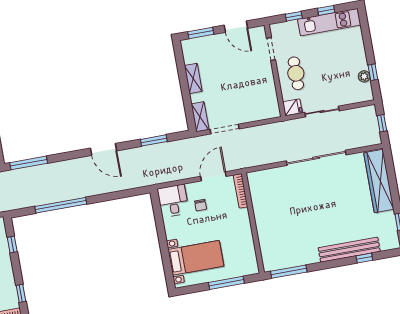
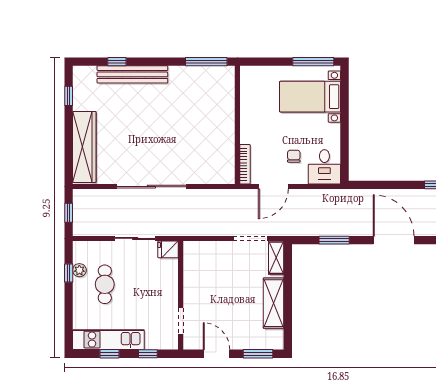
cafe table: (296, 73) -> (105, 284), moved
shelving: (193, 78) -> (274, 303), width x1.50, depth x1.33
door: (104, 149) -> (394, 240), width x1.36
window: (226, 283) -> (313, 62), moved

